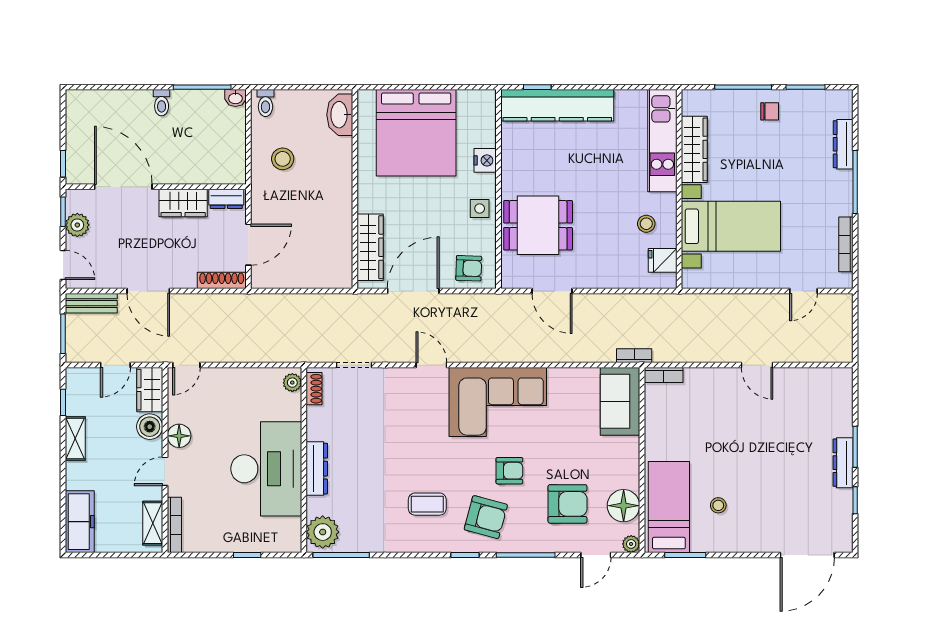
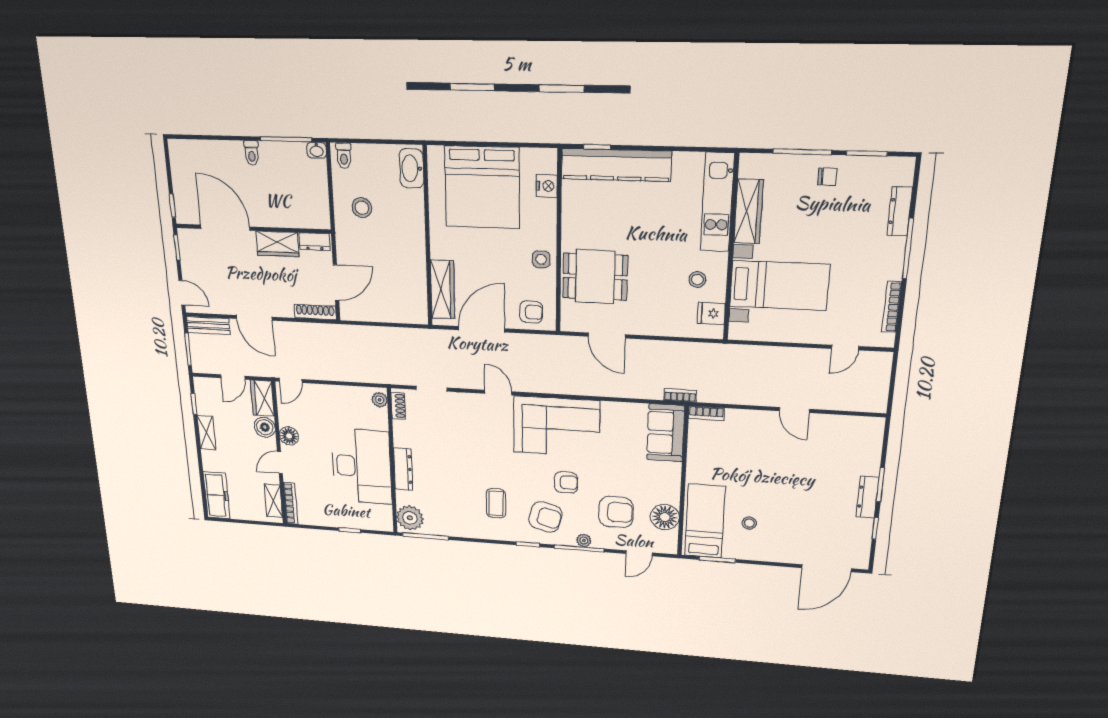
nightstand: (485, 160) -> (547, 186), moved
plant: (77, 225) -> (190, 259), removed
coffee table: (427, 504) -> (496, 503), turned 90
plant: (631, 544) -> (584, 540), moved

